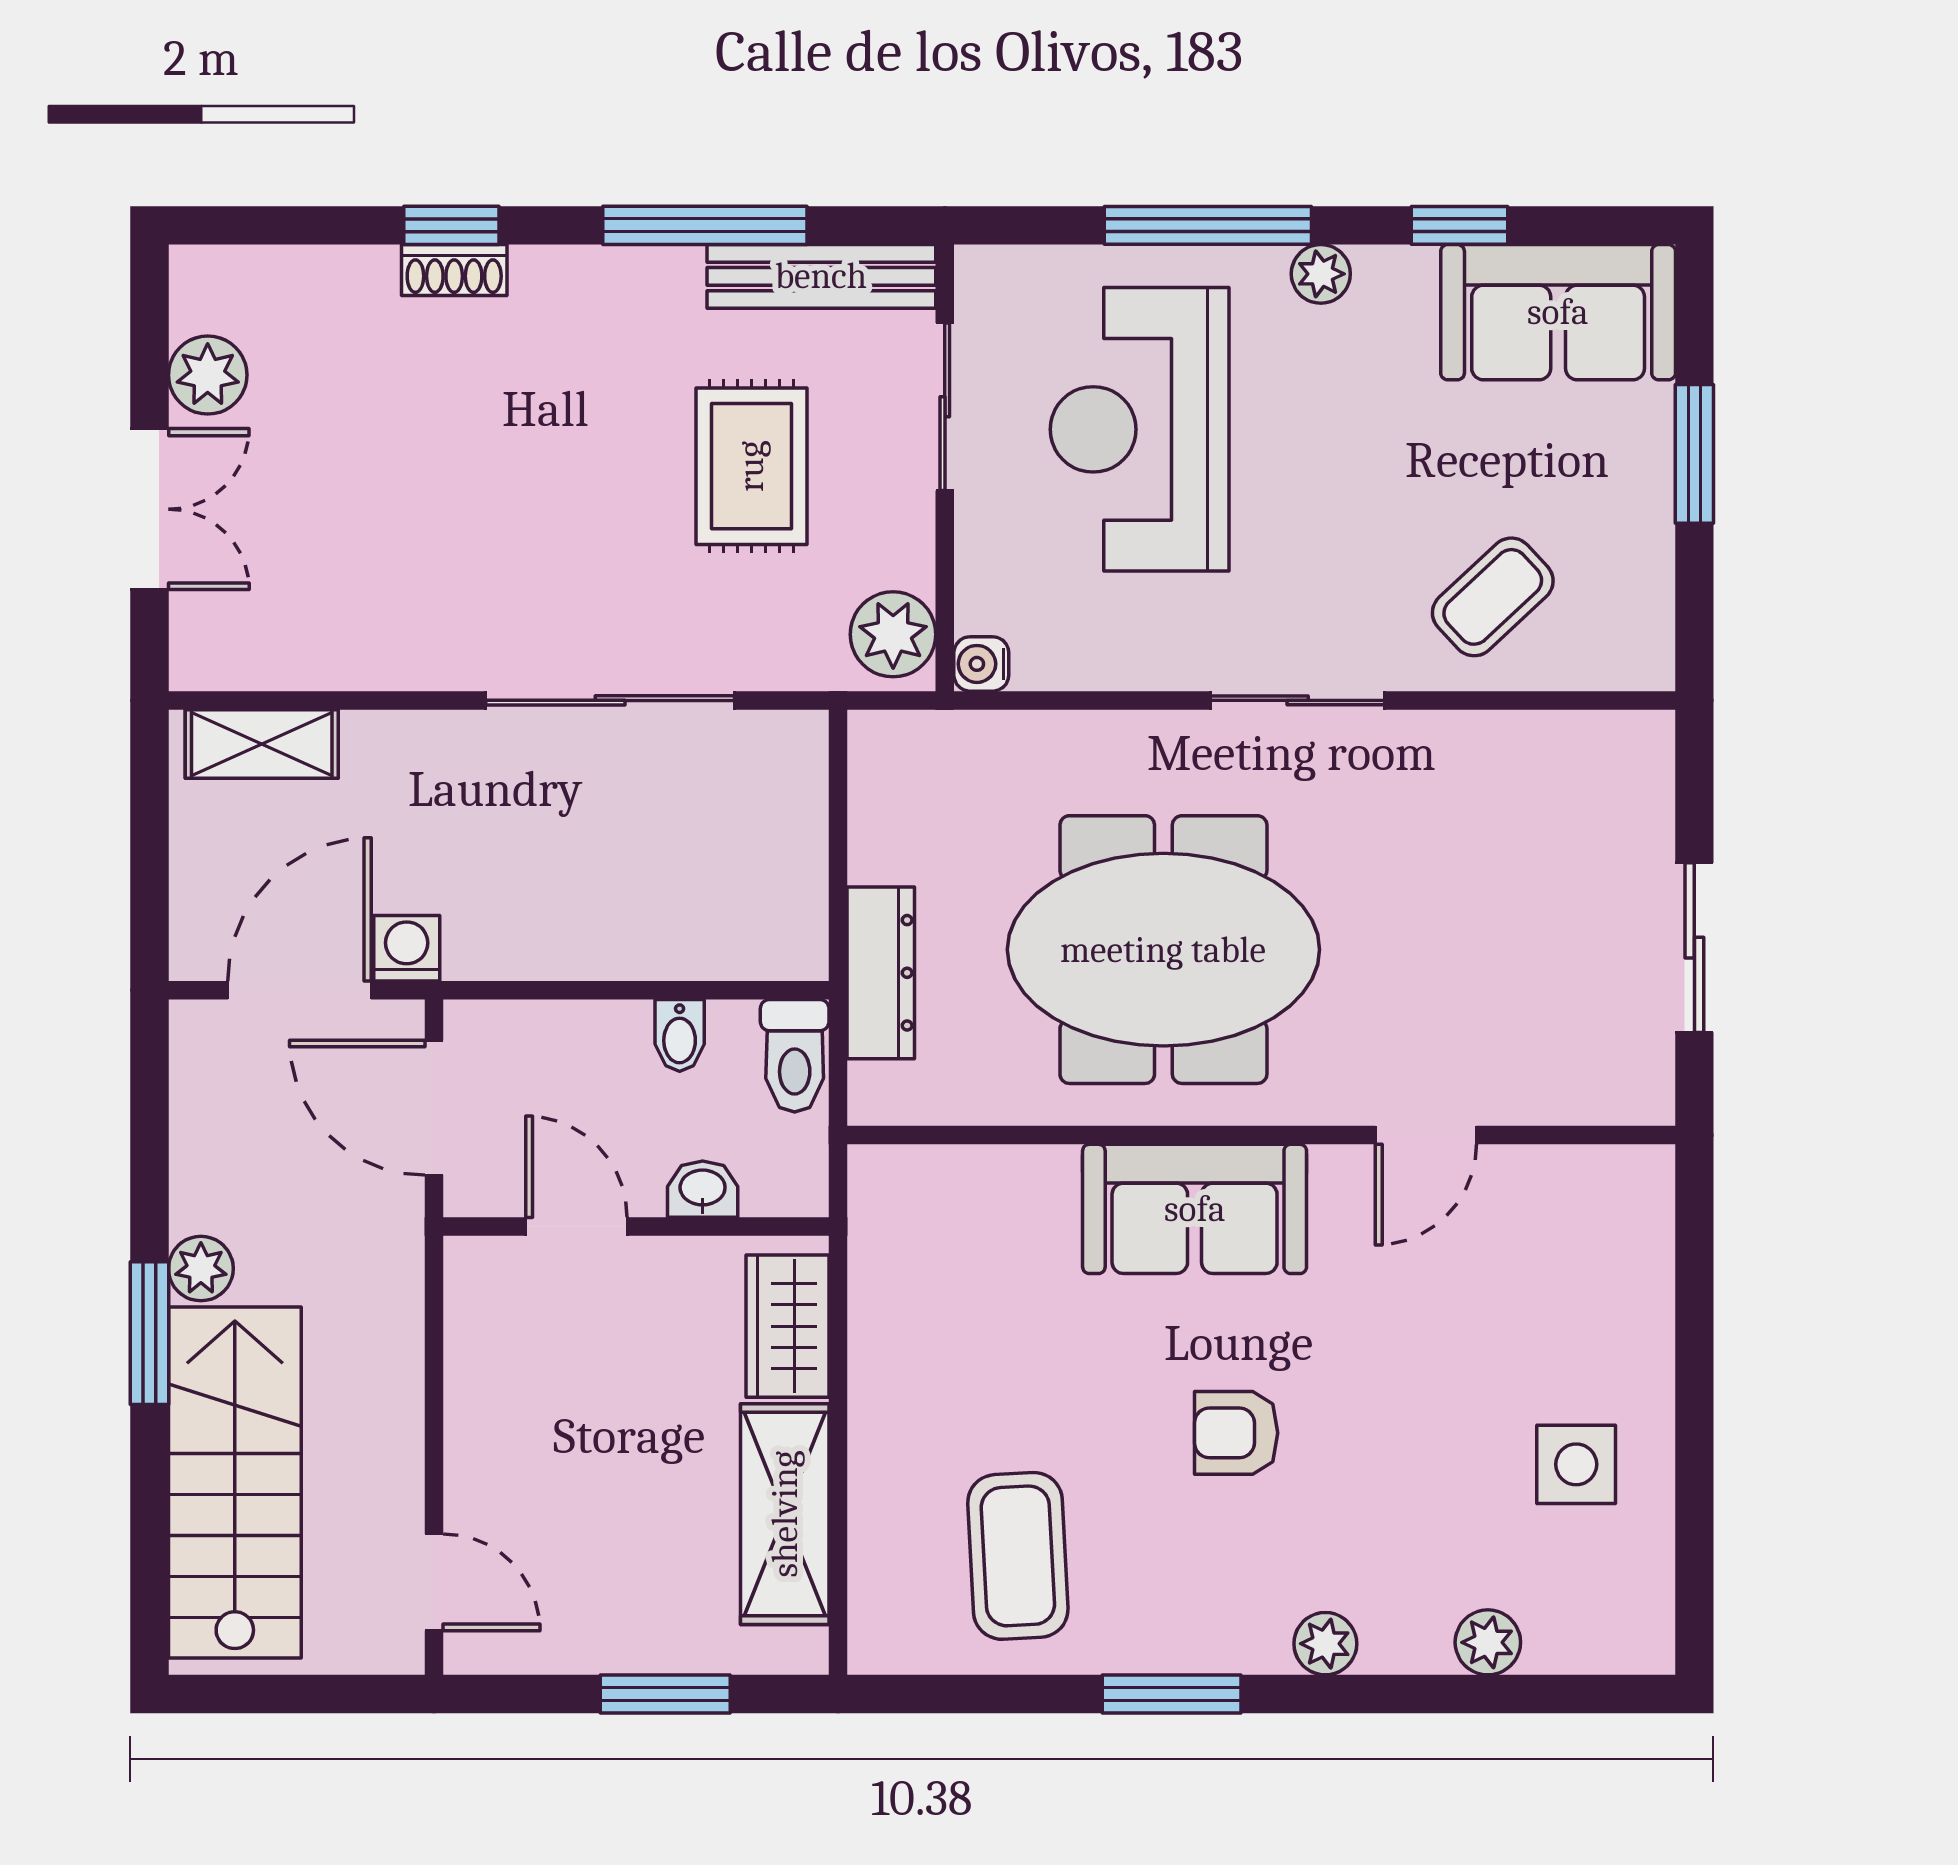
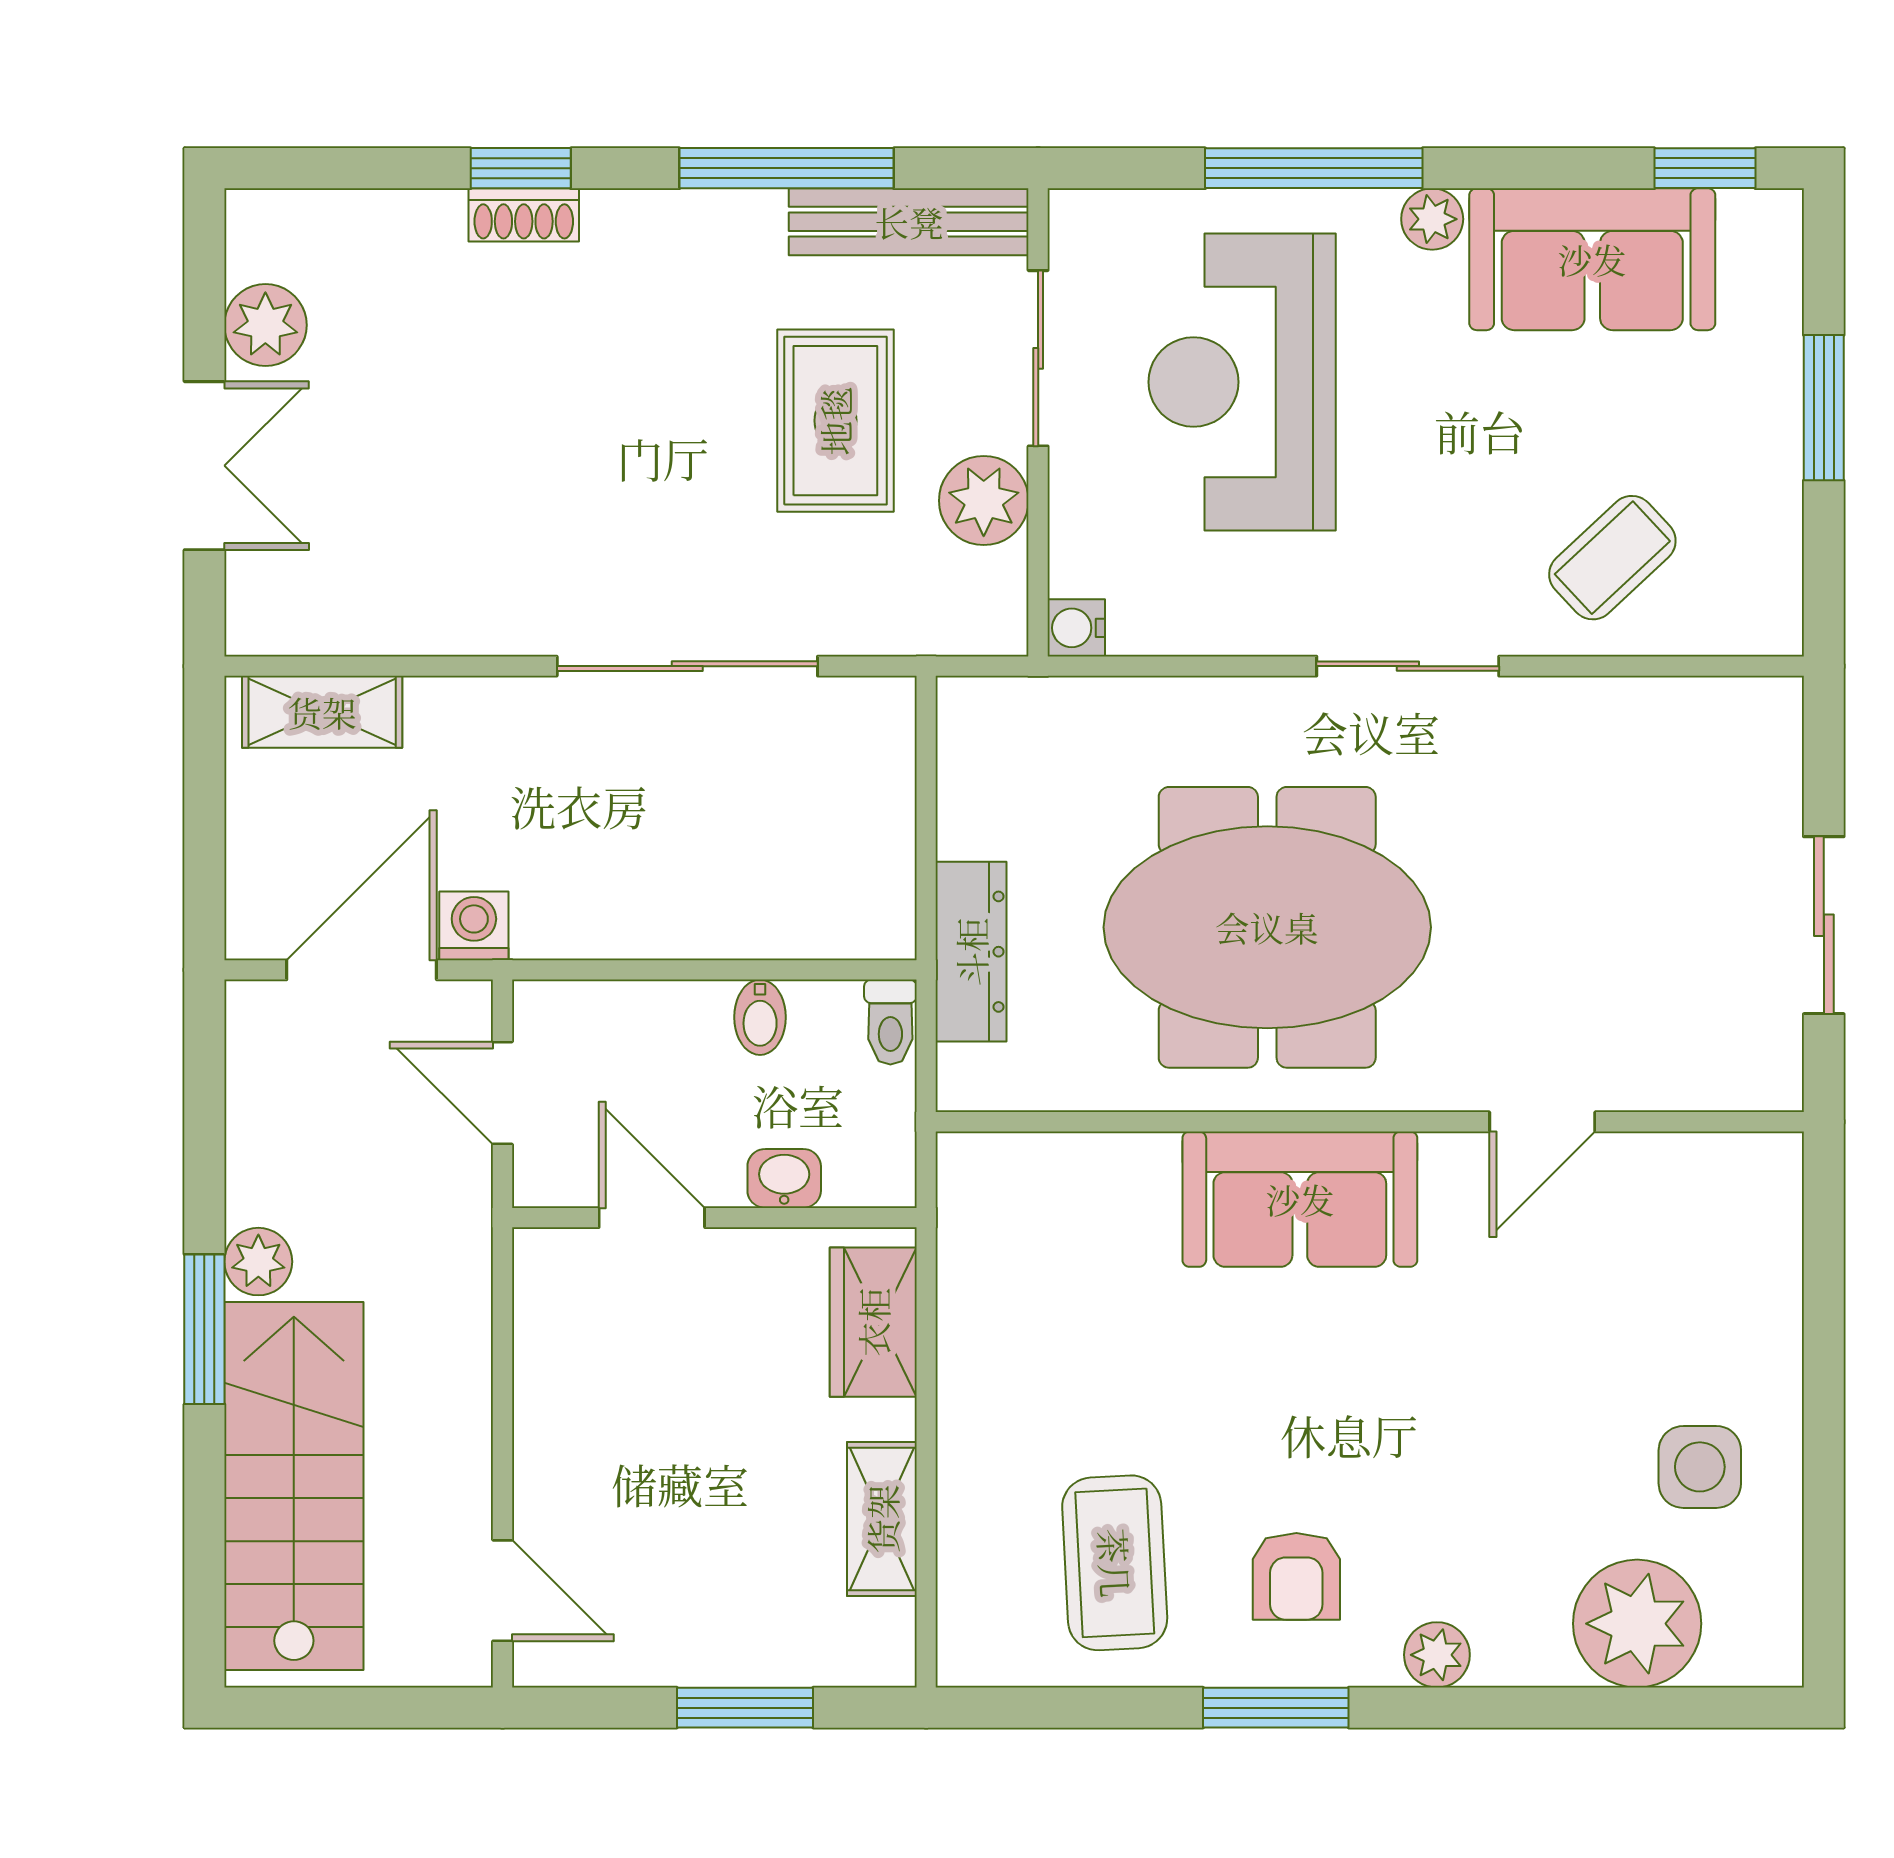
window: (1459, 225) -> (1705, 168), moved
sofa: (1558, 312) -> (1592, 259), moved
plant: (893, 634) -> (984, 501), moved
toilet: (795, 1056) -> (890, 1022), width x0.73, depth x0.72
door: (434, 1108) -> (503, 1093), width x0.73
armchair: (1236, 1433) -> (1296, 1576), moved, turned -90
shelving: (785, 1514) -> (882, 1519), width x0.67, depth x0.75
plant: (1488, 1642) -> (1637, 1624), width x1.87, depth x1.87

